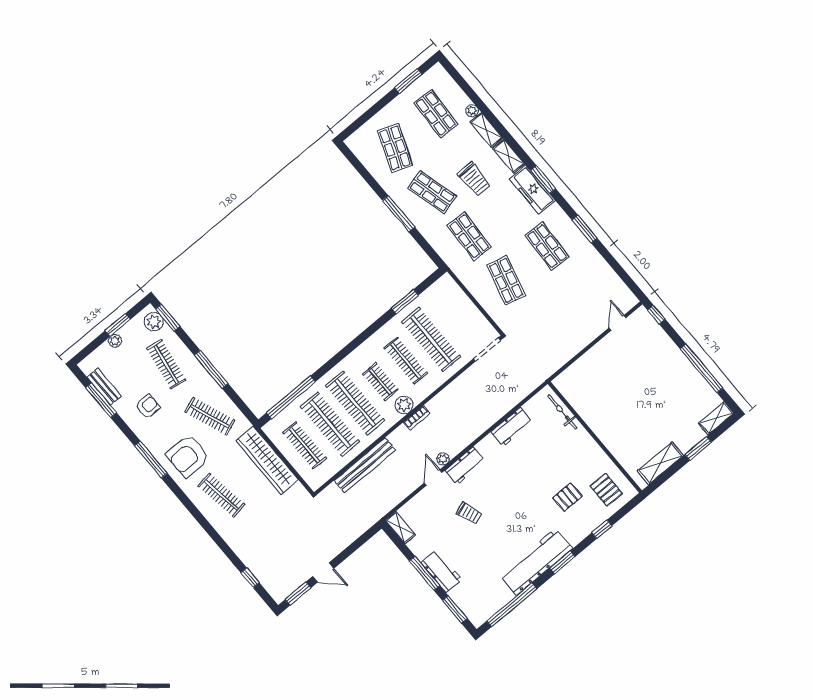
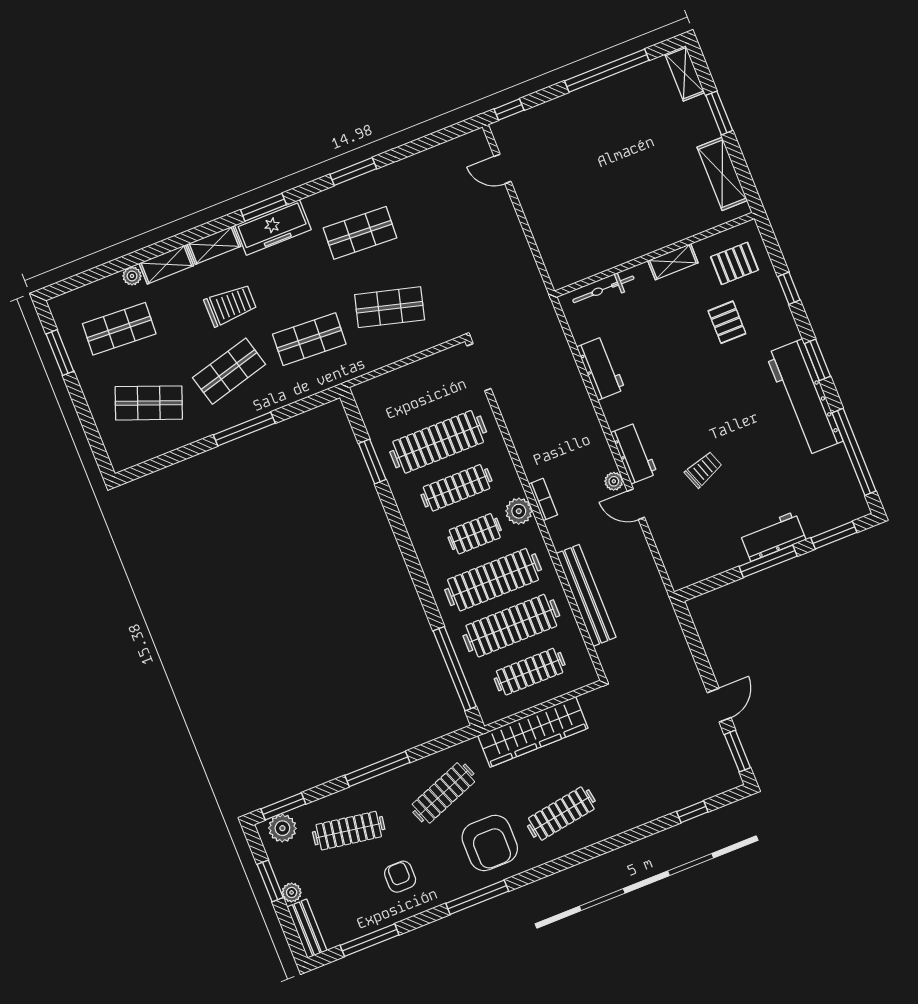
bench: (104, 387) -> (307, 929), moved, turned 90
shelving: (400, 528) -> (673, 262), moved

